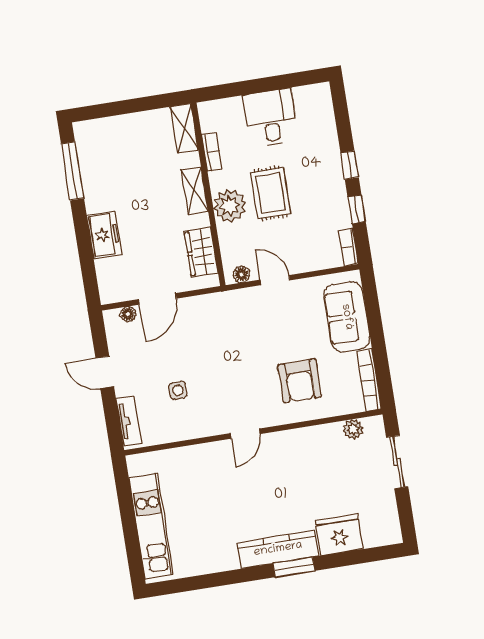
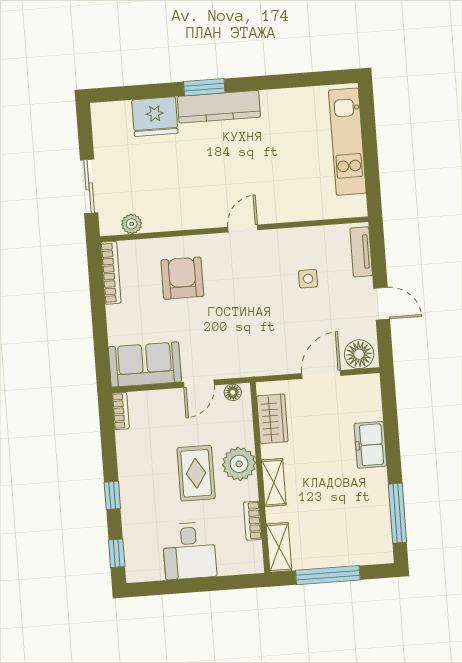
window: (135, 105) -> (328, 575), added
window: (357, 209) -> (117, 553), moved
door: (275, 280) -> (199, 384), hinge flipped
floor lamp: (128, 314) -> (359, 354), width x1.89, depth x1.89
sofa: (347, 317) -> (145, 364), moved, turned -90

